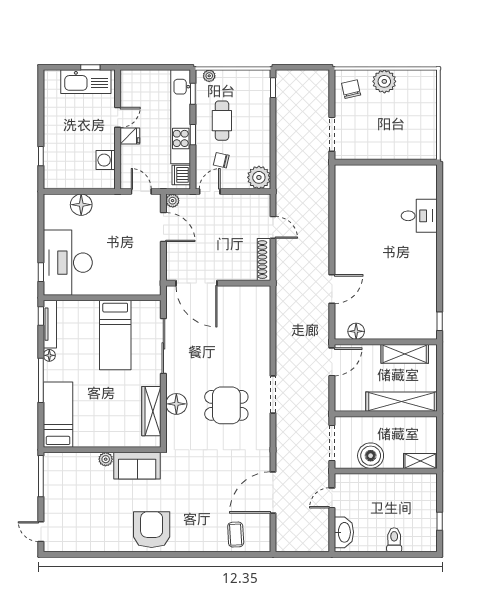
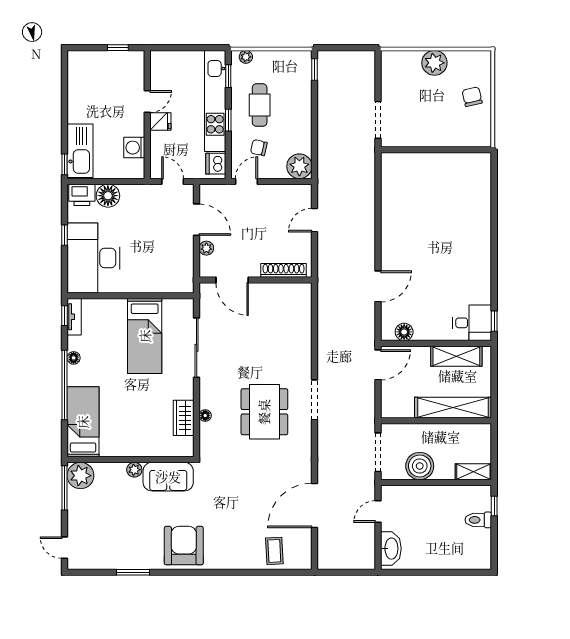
kitchen sink: (86, 82) -> (80, 151), moved, turned -90
chair: (351, 89) -> (472, 97), moved
window: (41, 156) -> (65, 164), moved
plant: (173, 201) -> (206, 248), moved
printer: (57, 204) -> (82, 195), added
desk: (419, 216) -> (472, 323), moved
door: (273, 227) -> (315, 220), swing flipped
shoe rack: (264, 260) -> (284, 270), moved, turned 90
window: (41, 272) -> (65, 235), moved
door: (196, 283) -> (232, 280), width x0.73
tv unit: (50, 324) -> (74, 317), width x0.71
window: (41, 380) -> (65, 385), width x1.46
floor lamp: (176, 404) -> (205, 416), width x0.53, depth x0.53
dining table: (226, 405) -> (264, 412), width x1.37
wardrobe: (151, 411) -> (184, 418), width x0.67
plant: (56, 465) -> (80, 476), added
window: (440, 521) -> (494, 506), moved
toilet: (394, 540) -> (478, 520), moved, turned -90
window: (104, 554) -> (133, 572), added

